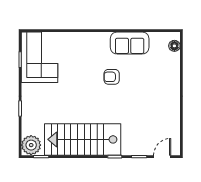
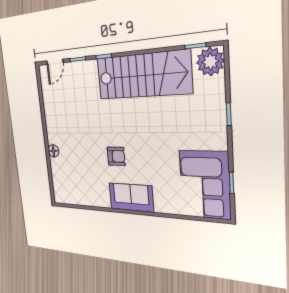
sofa: (130, 43) -> (131, 197), moved
floor lamp: (174, 46) -> (53, 151), moved

